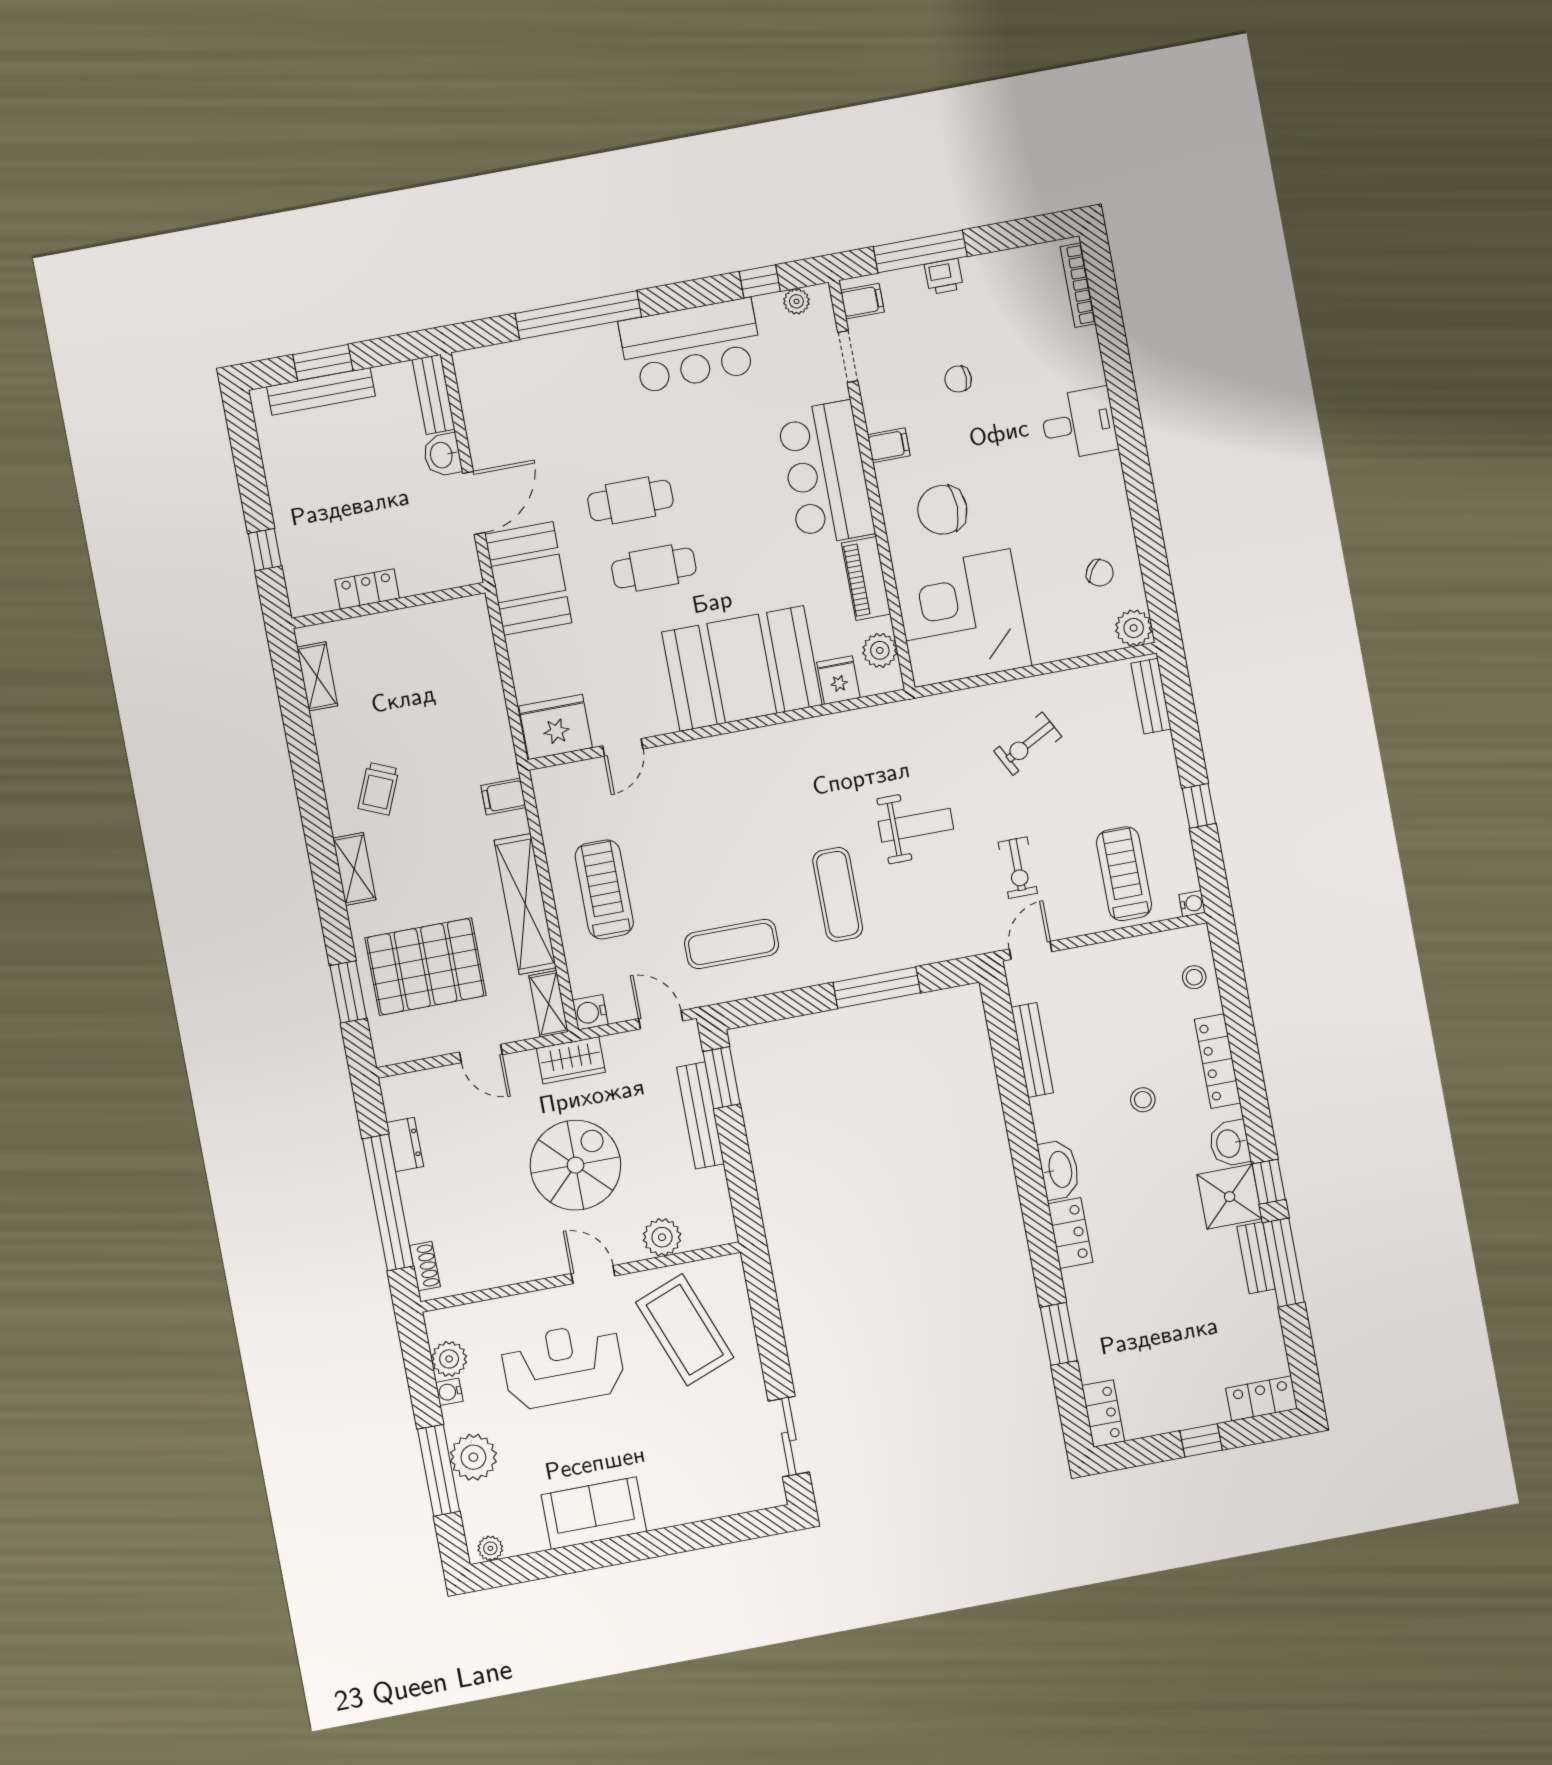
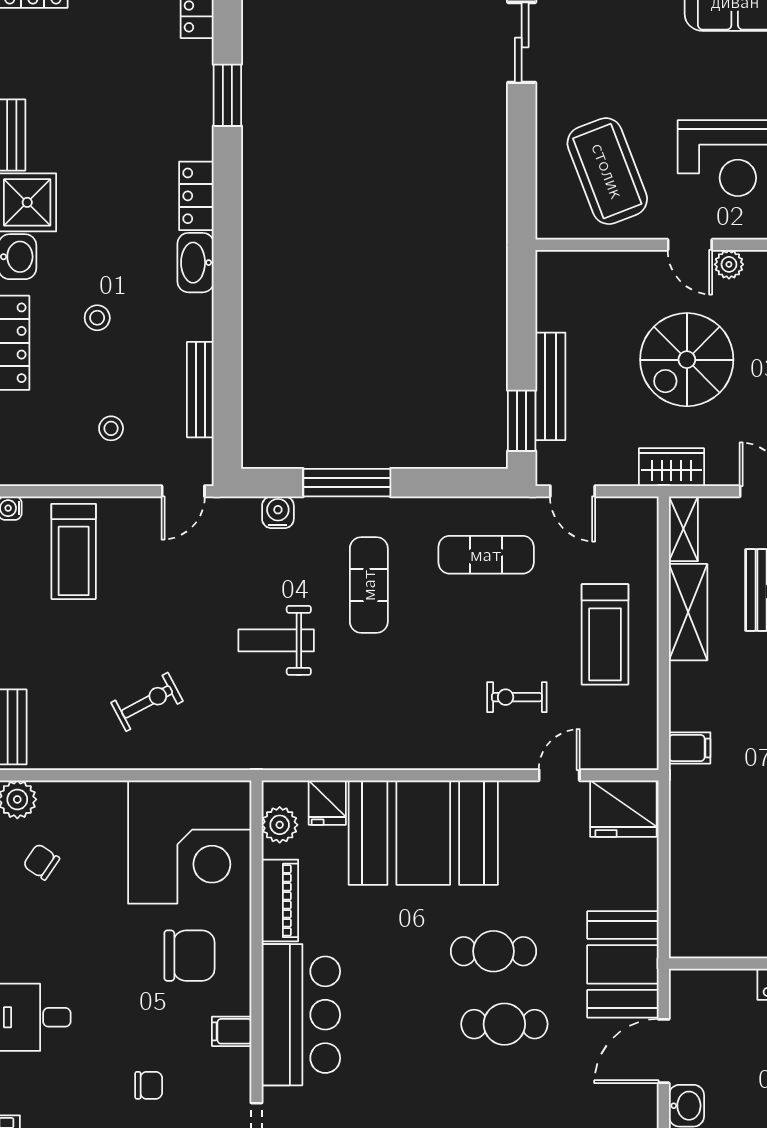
exercise bike: (1018, 868) -> (517, 697), moved, turned -90
shelving: (525, 904) -> (688, 612), width x0.68
stool: (1194, 977) -> (111, 428), moved
water cooler: (590, 1012) -> (278, 512), moved, turned -90
plant: (662, 1237) -> (729, 264), moved, width x0.73, depth x0.73

